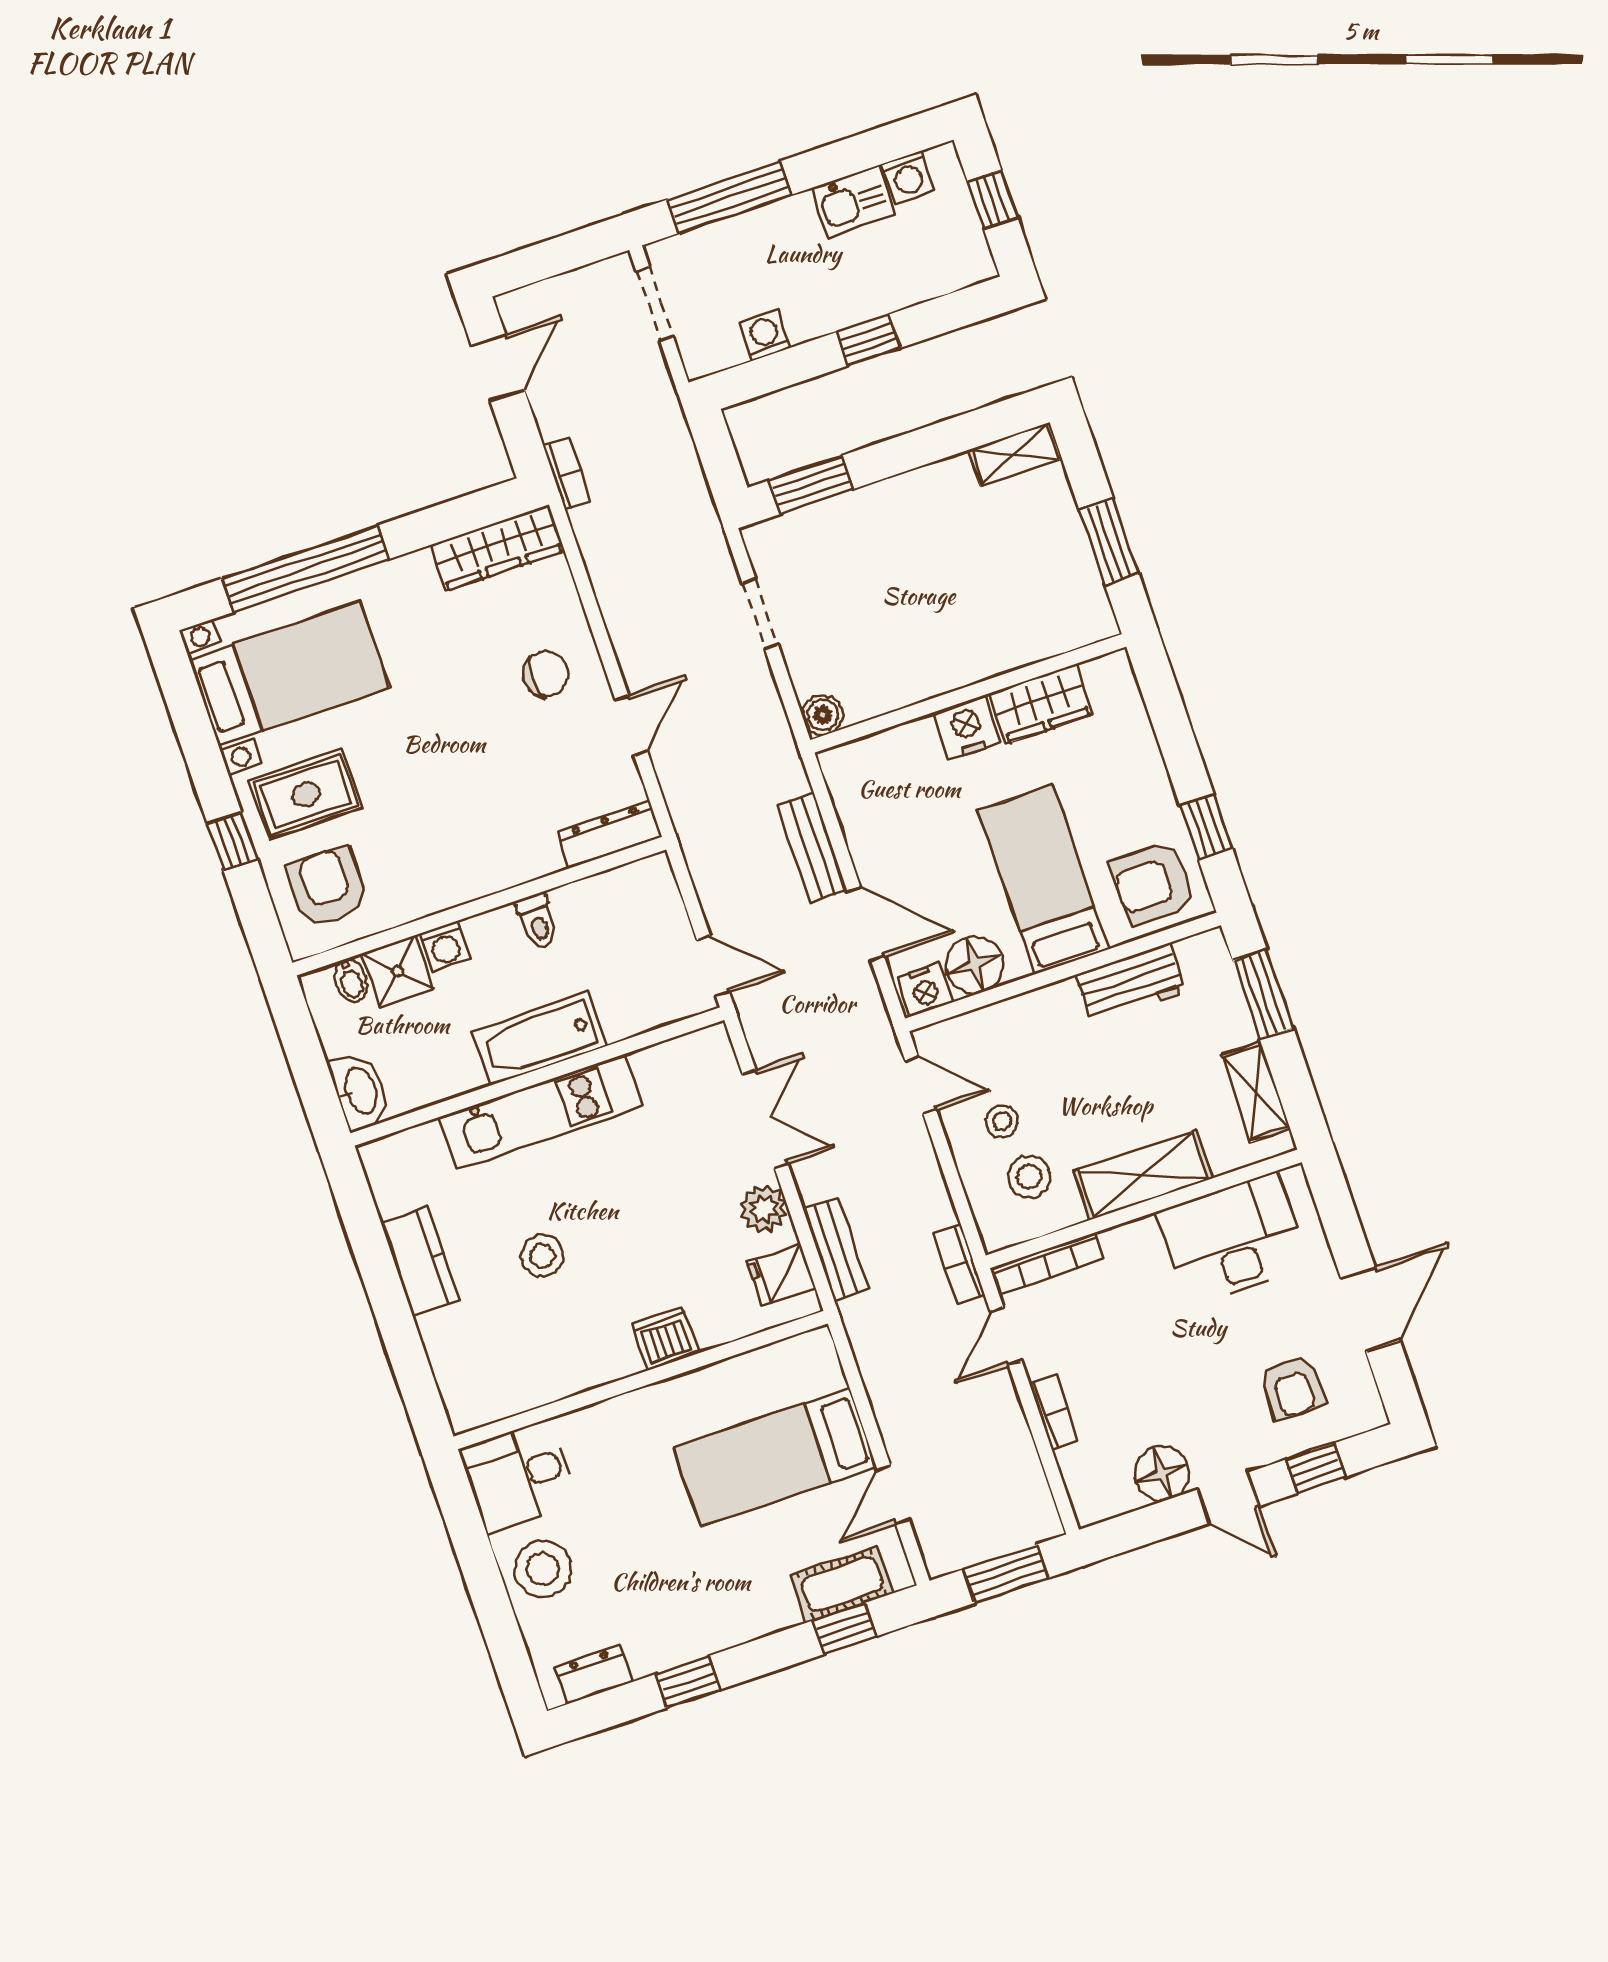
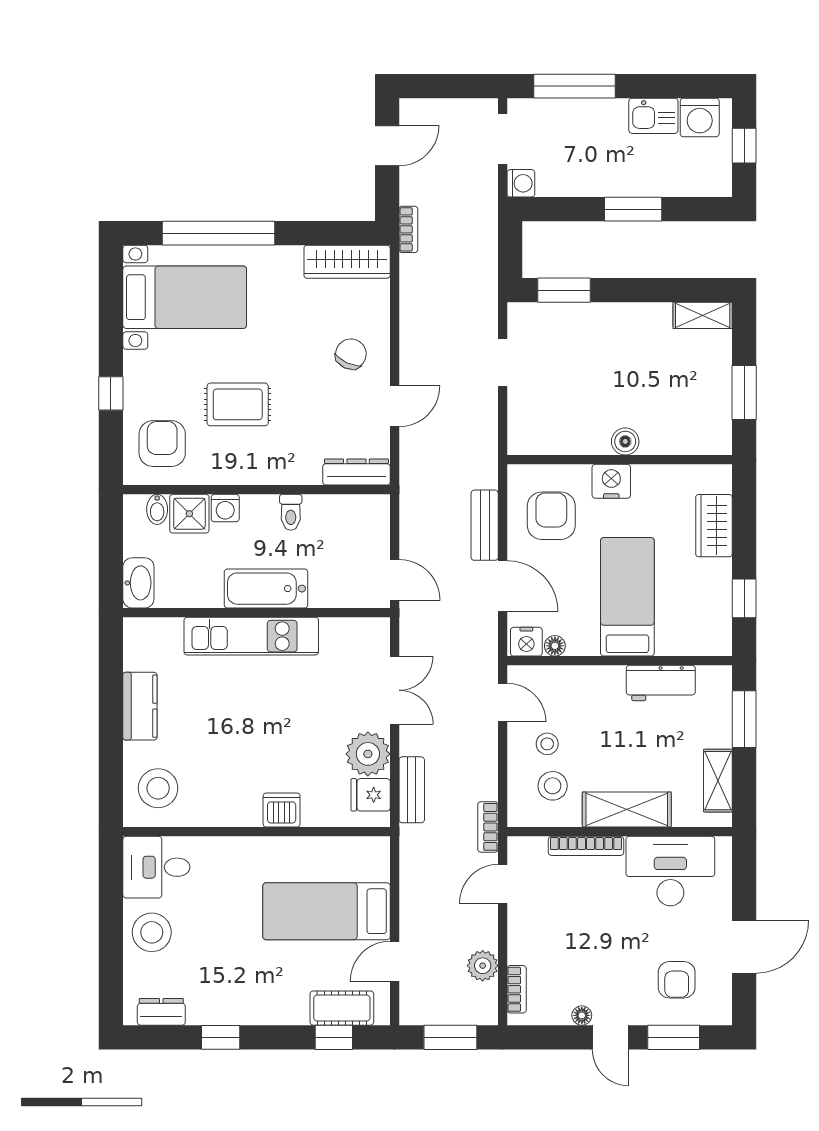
washing machine: (908, 177) -> (700, 117), width x1.38, depth x1.38
washing machine: (765, 335) -> (521, 183), moved, turned 90
window: (869, 340) -> (633, 209), width x1.50
chair: (546, 674) -> (351, 354), turned -65
wardrobe: (1041, 704) -> (714, 526), moved, turned 90
boiler: (823, 715) -> (625, 441), moved
rug: (306, 794) -> (238, 404), moved
armchair: (1153, 883) -> (551, 516), moved, turned 90
floor lamp: (975, 965) -> (555, 646), width x0.53, depth x0.53
plant: (764, 1209) -> (368, 754), width x1.36, depth x1.36
stool: (542, 1256) -> (158, 788), moved, width x1.38, depth x1.38
bookcase: (1047, 1264) -> (586, 846), moved
bookcase: (1054, 1413) -> (517, 989), moved
plant: (1017, 1459) -> (483, 966), added
window: (1315, 1468) -> (674, 1037), width x1.50
floor lamp: (1162, 1473) -> (582, 1015), width x0.53, depth x0.53

